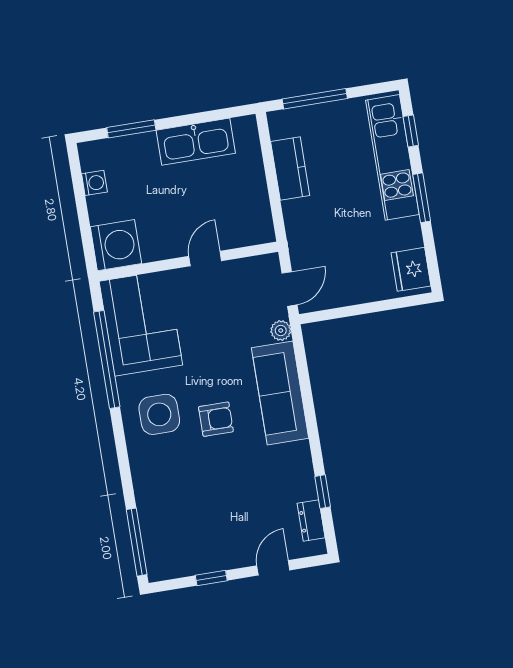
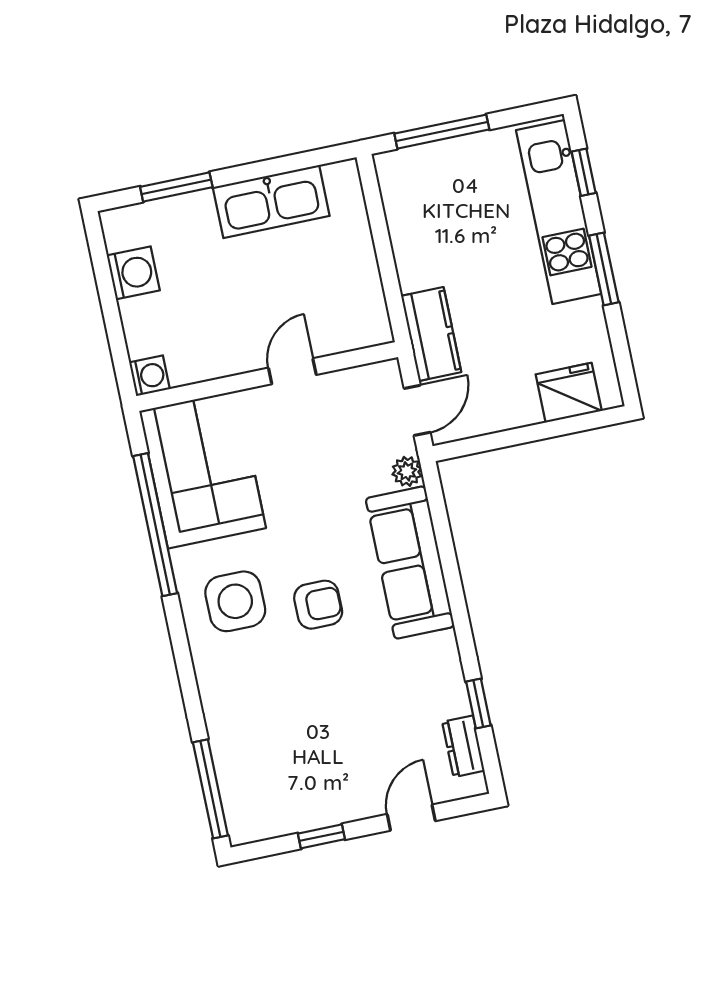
kitchen counter: (290, 169) -> (431, 334), moved
washing machine: (94, 183) -> (133, 273), width x1.38, depth x1.38
washing machine: (116, 245) -> (150, 376), width x0.53, depth x0.53
fridge: (411, 269) -> (569, 393), moved, turned 90

